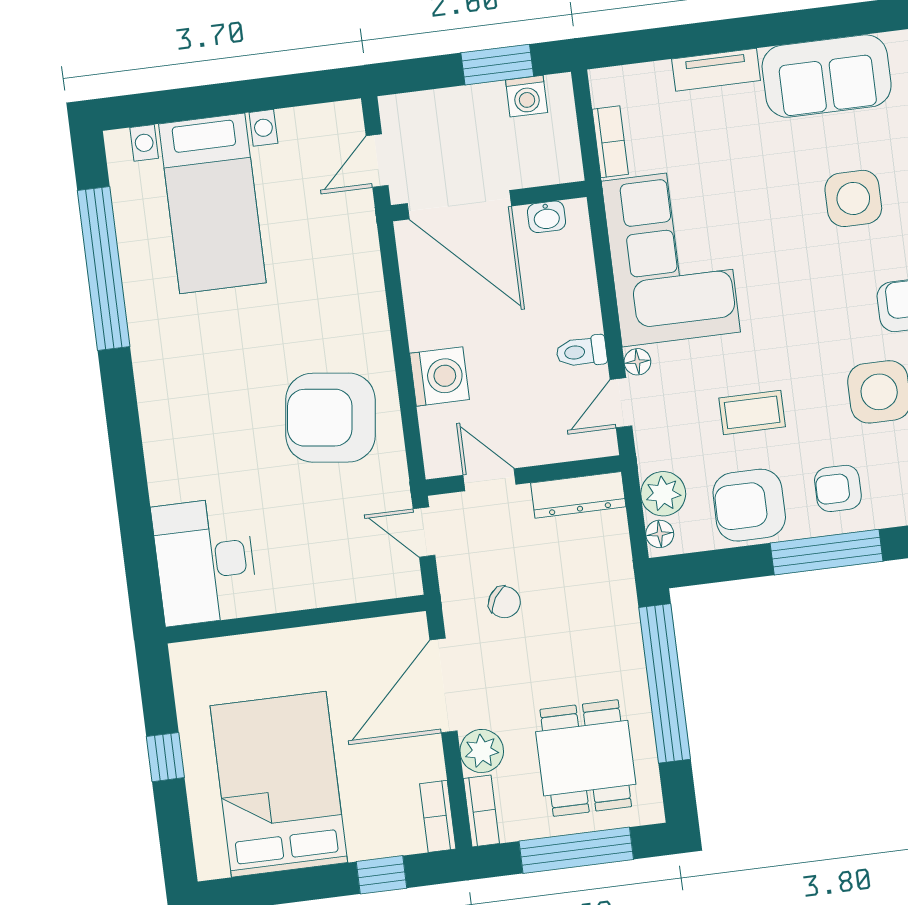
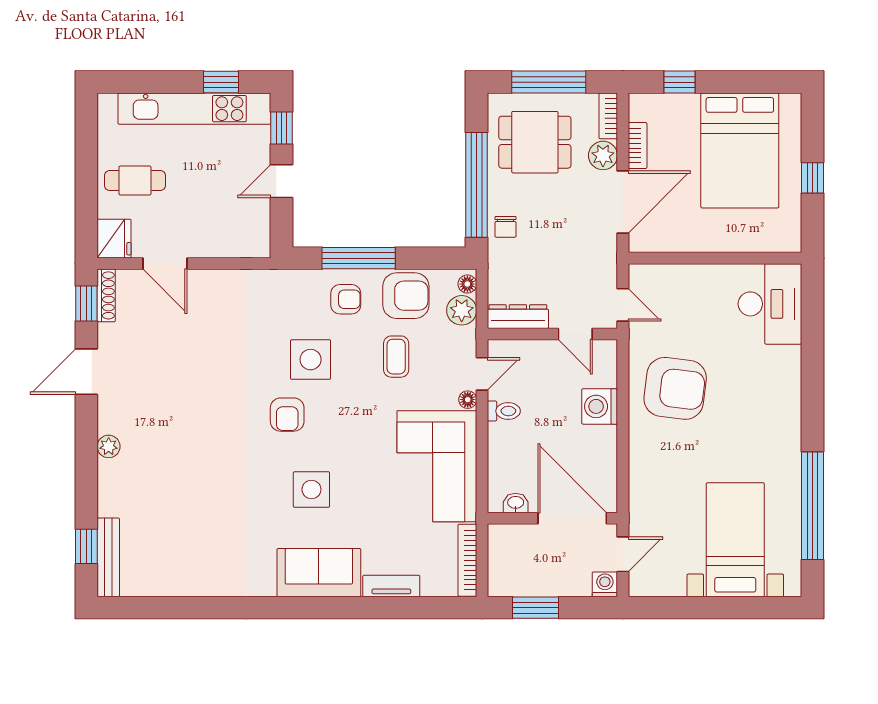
washing machine: (527, 96) -> (605, 584), moved
bookcase: (610, 142) -> (467, 560), width x1.56
coffee table: (752, 412) -> (396, 357), turned 90
chair: (504, 602) -> (506, 227), moved, turned -123
dining table: (586, 758) -> (535, 142), turned 90
bookcase: (438, 816) -> (638, 146), moved

